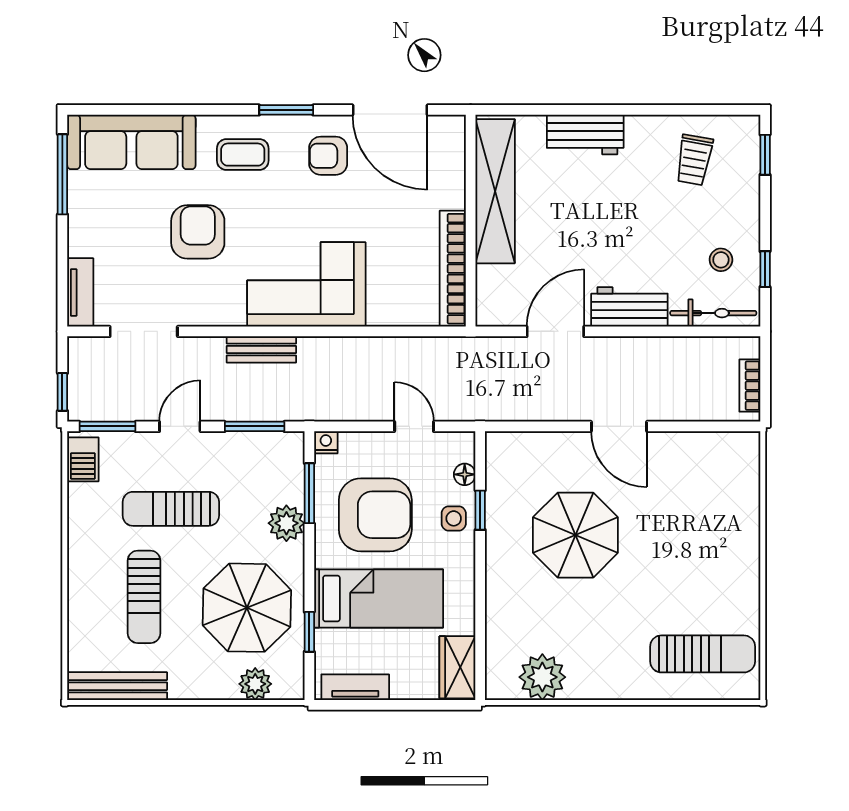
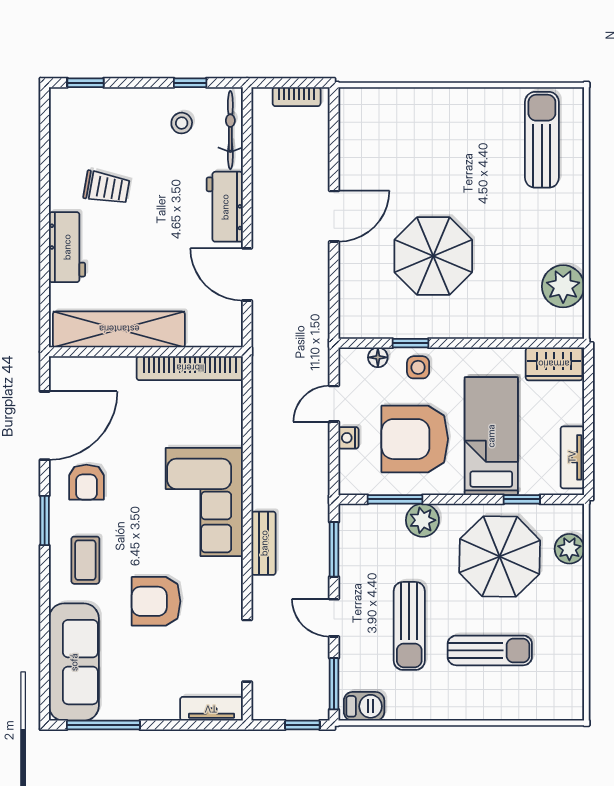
trolley: (694, 160) -> (106, 188), moved
nightstand: (326, 442) -> (348, 438), moved
armchair: (375, 515) -> (415, 439), turned -90
bench: (117, 686) -> (571, 675), removed

